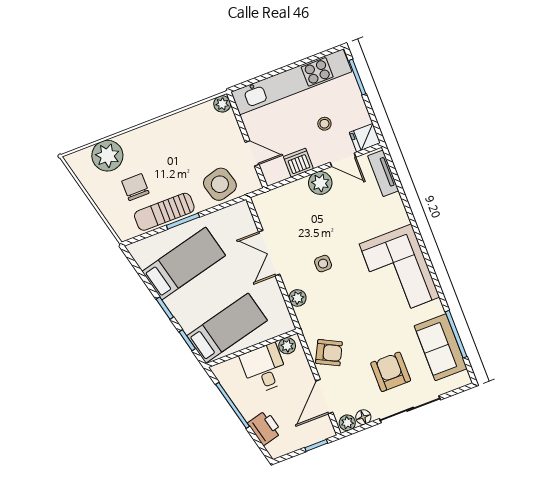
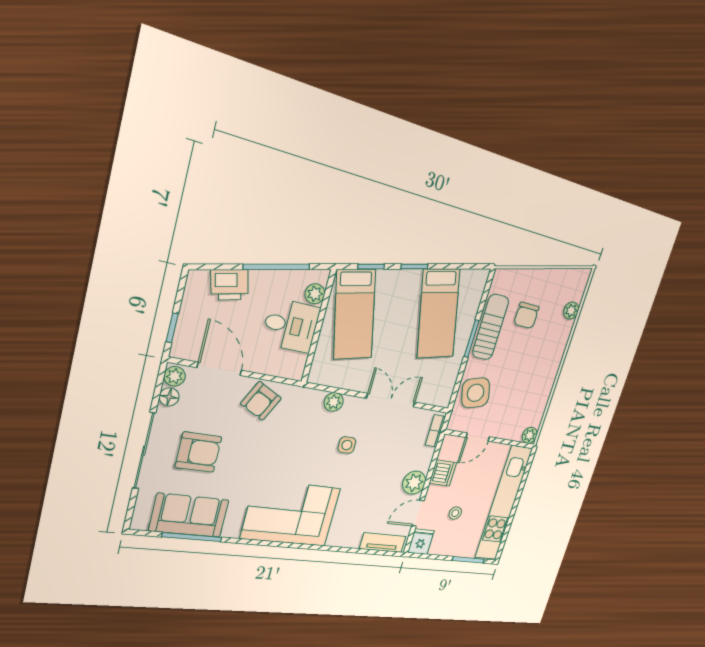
plant: (107, 156) -> (571, 311), width x0.53, depth x0.53
chair: (135, 187) -> (526, 315), turned 90
bookcase: (270, 196) -> (435, 431), added
plant: (287, 346) -> (315, 294), moved

